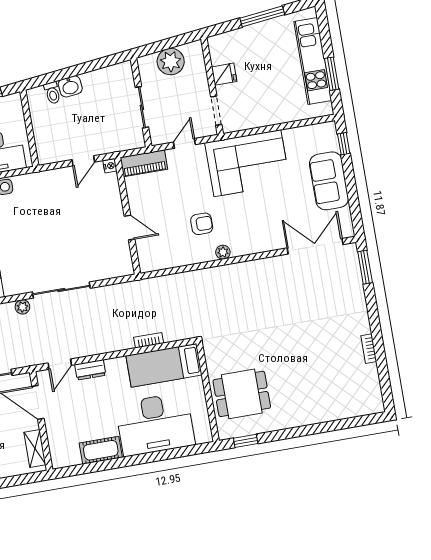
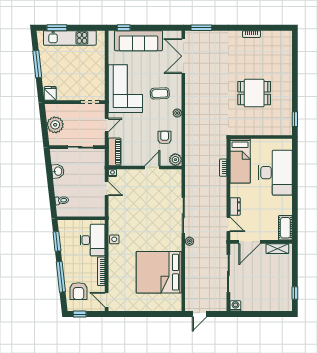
fridge: (224, 74) -> (50, 93), moved
window: (332, 74) -> (57, 28), moved
washbasin: (70, 86) -> (58, 171), moved
door: (184, 143) -> (107, 125), swing flipped
sofa: (329, 181) -> (139, 41), width x1.36
coffee table: (249, 219) -> (160, 93), added
armchair: (202, 224) -> (165, 138), moved
plant: (148, 262) -> (175, 160), added
dining table: (242, 394) -> (254, 93), moved, turned 90
cot: (101, 450) -> (285, 228), moved

